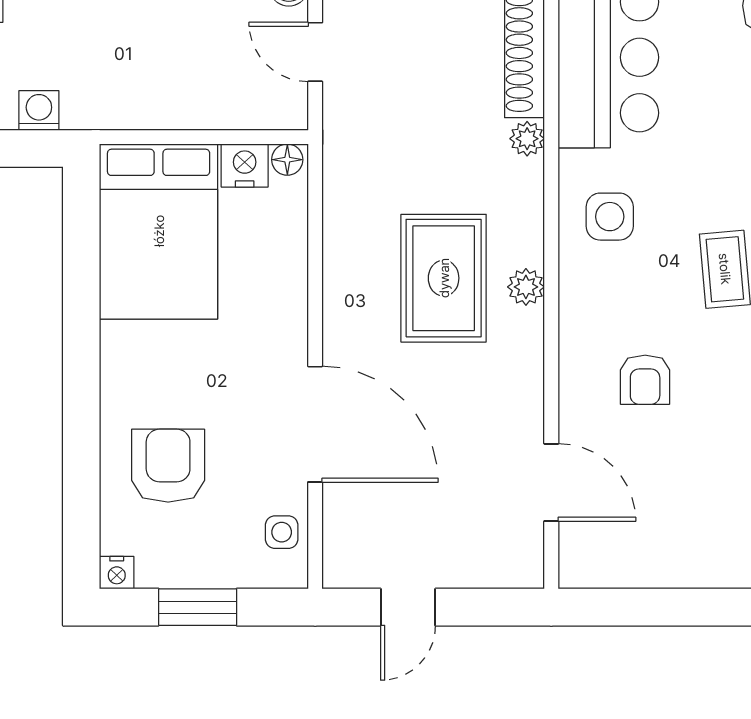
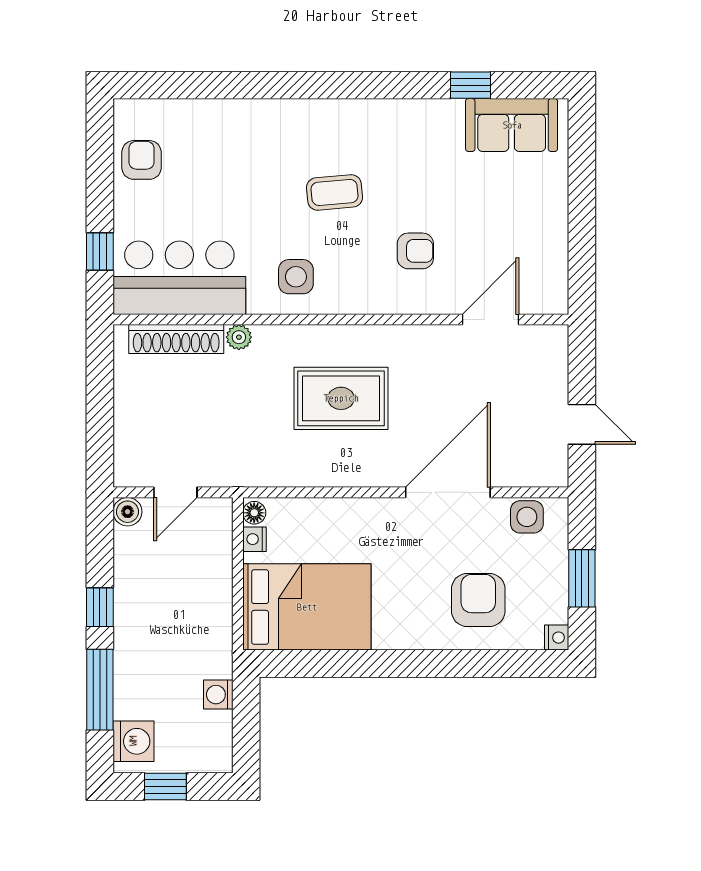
nightstand: (245, 166) -> (254, 539), width x0.72, depth x0.74
plant: (526, 287) -> (347, 338), removed
armchair: (168, 466) -> (478, 600), turned 90
side table: (282, 532) -> (527, 517), width x1.37, depth x1.37

